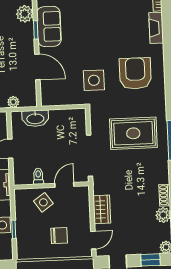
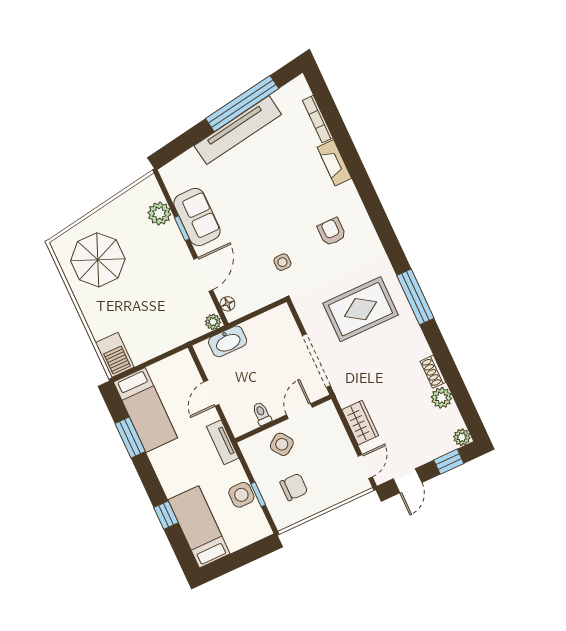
door: (37, 67) -> (203, 275), hinge flipped
armchair: (135, 73) -> (332, 232), width x0.53, depth x0.53
side table: (94, 80) -> (282, 262), width x0.54, depth x0.54
floor lamp: (46, 93) -> (227, 304), added
plant: (13, 102) -> (213, 322), moved
chair: (59, 236) -> (294, 487), moved

